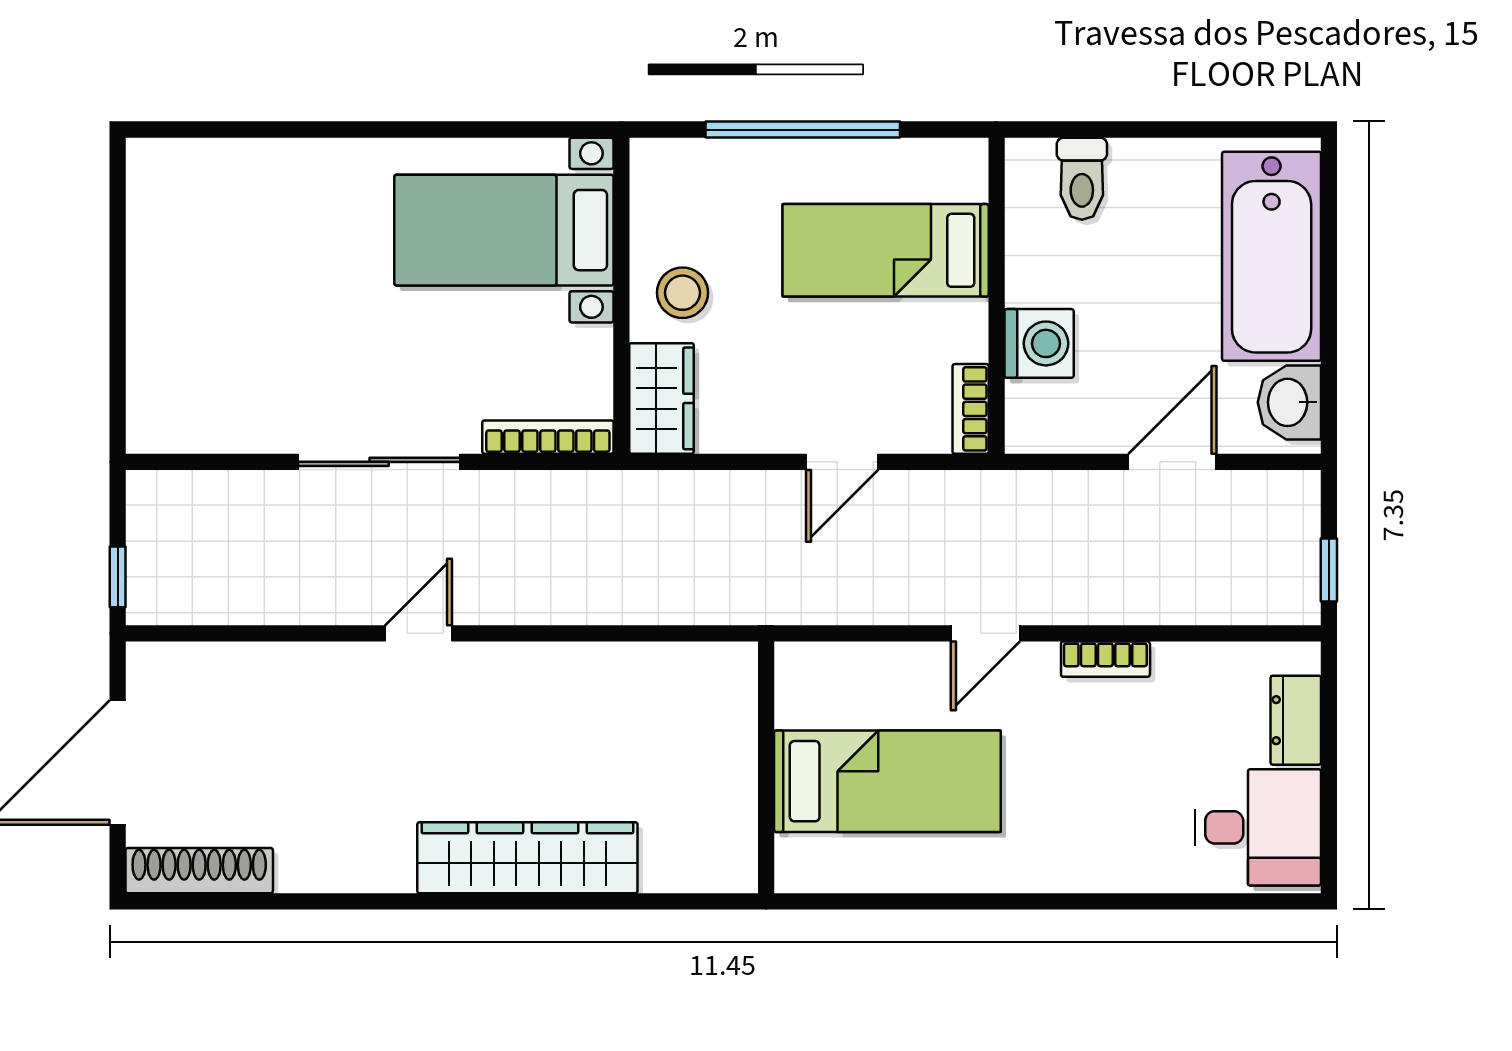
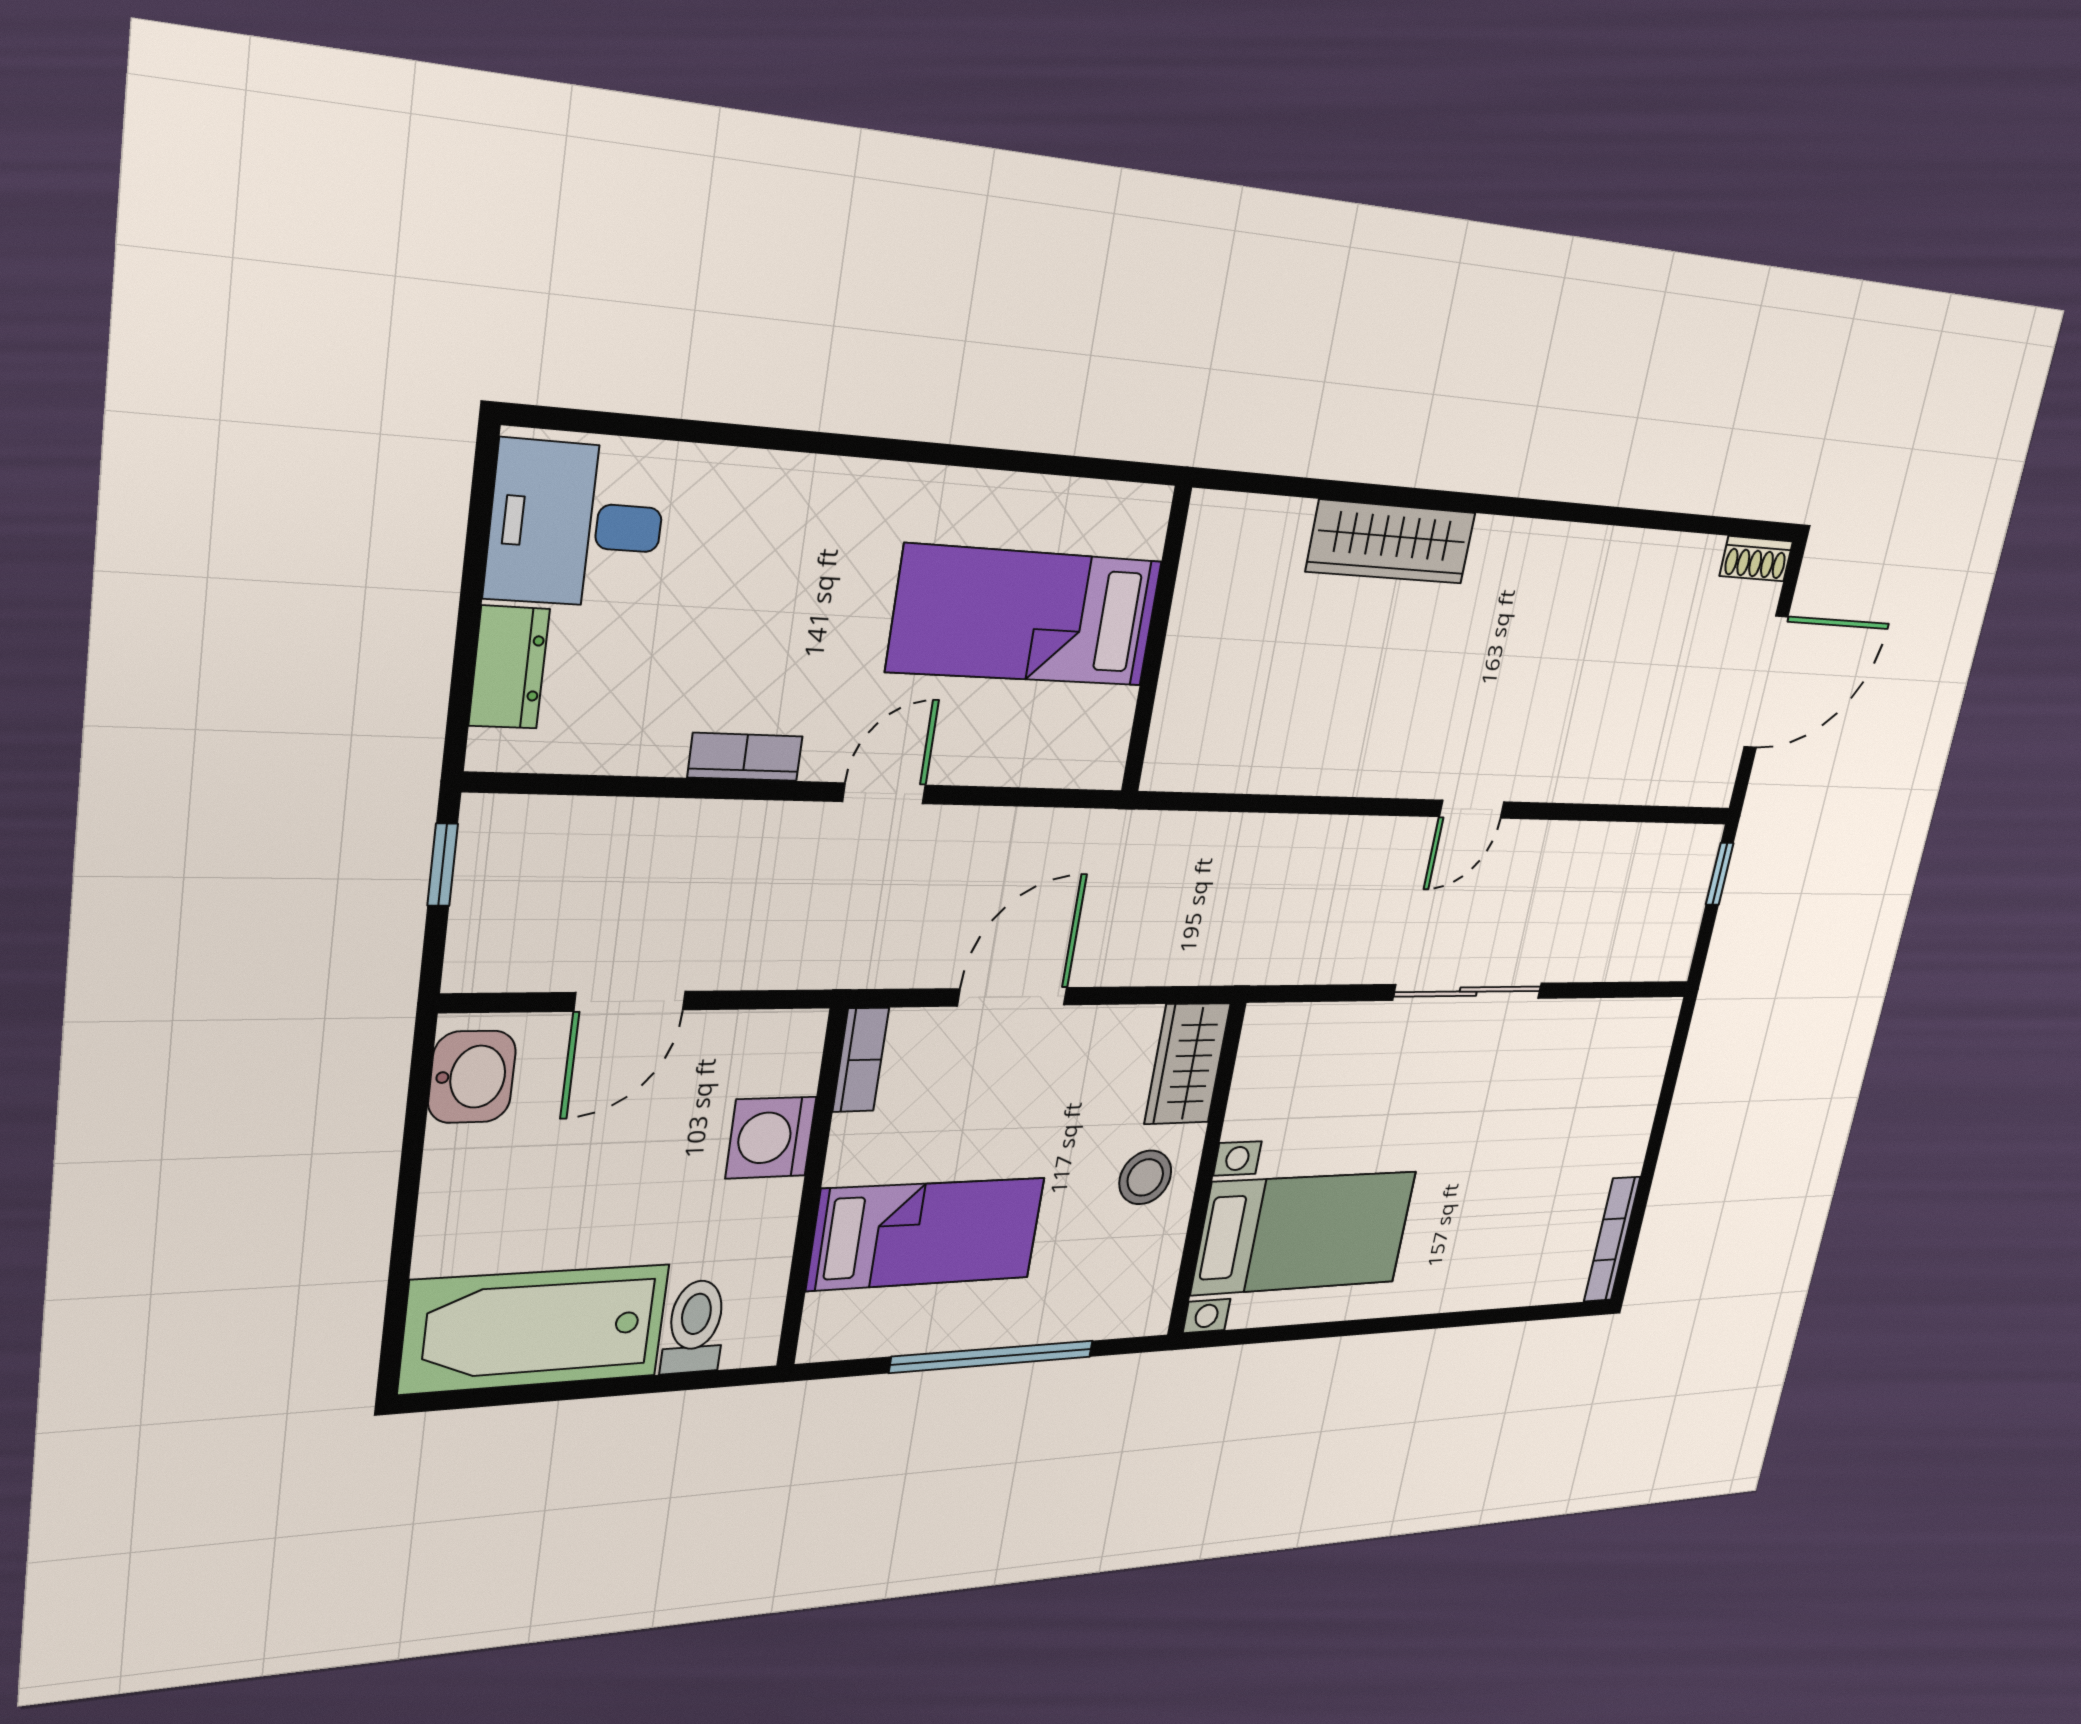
bathtub: (1272, 256) -> (535, 1329), moved, turned -90
bookcase: (548, 437) -> (1612, 1239), moved, turned 90
door: (842, 462) -> (1013, 997), width x1.38
wardrobe: (527, 858) -> (1391, 542), width x0.71, depth x0.85
shoe rack: (199, 871) -> (1756, 559), width x0.51, depth x0.81

